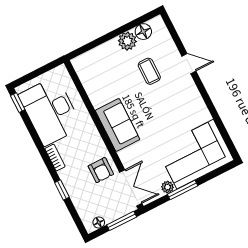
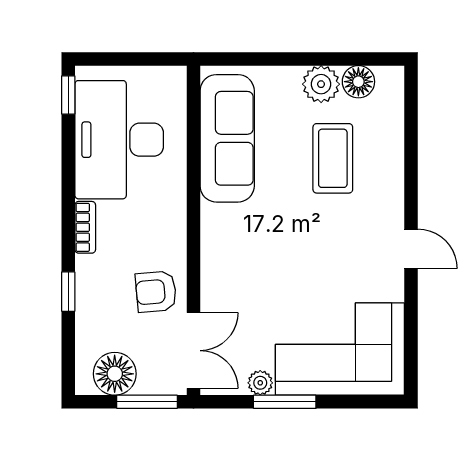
door: (189, 64) -> (411, 249), moved
coffee table: (149, 71) -> (333, 158), width x1.36, depth x1.30
sofa: (118, 125) -> (227, 138), moved, width x1.36
armchair: (101, 170) -> (156, 292), turned 85
floor lamp: (99, 222) -> (115, 374), width x1.89, depth x1.89

